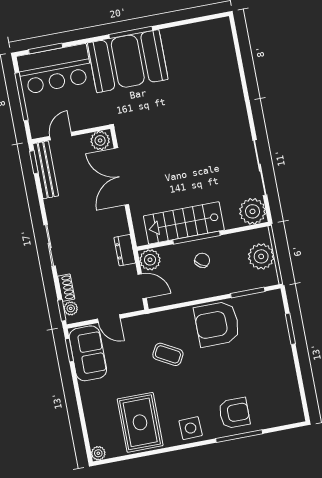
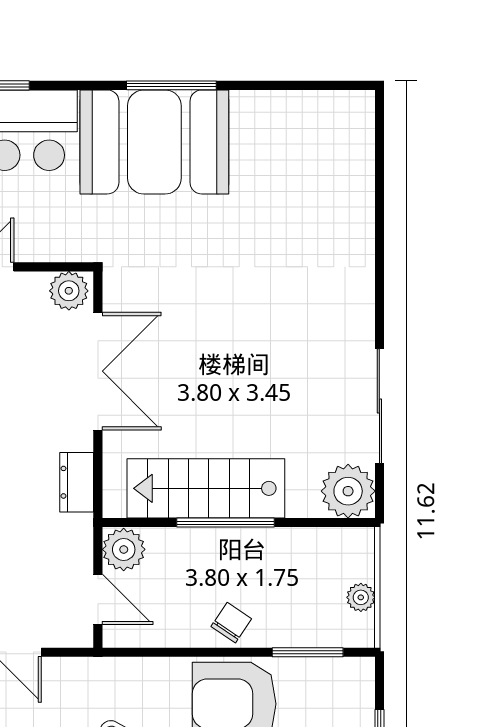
double door: (121, 176) -> (98, 371), swing flipped
dresser: (125, 250) -> (77, 482), moved
plant: (261, 256) -> (361, 597), width x0.53, depth x0.53
chair: (202, 260) -> (231, 623), moved

